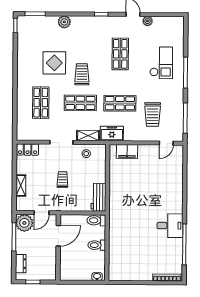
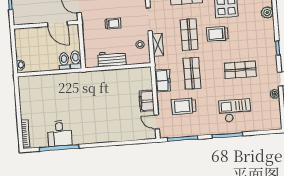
checkout: (161, 63) -> (235, 111), turned 180
trolley: (82, 74) -> (217, 34), turned 180
freezer: (112, 134) -> (163, 81), moved
filing cabinet: (127, 152) -> (147, 101), moved
workbench: (98, 197) -> (112, 59), moved
desk: (170, 226) -> (60, 133), moved
toilet: (97, 245) -> (64, 61), moved

